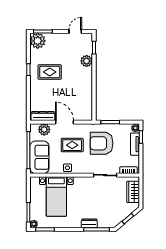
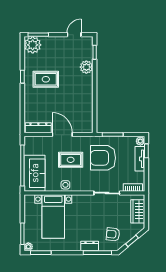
plant: (44, 130) -> (40, 143), removed
armchair: (111, 213) -> (113, 234), added

